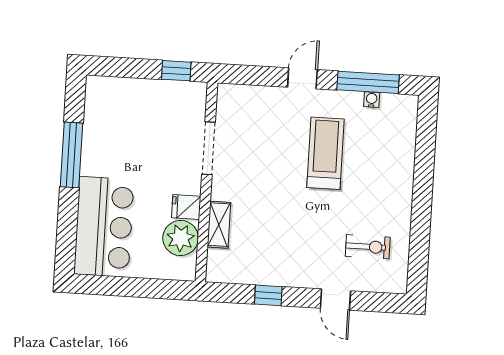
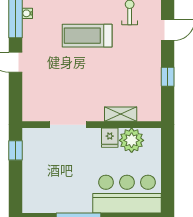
treadmill: (325, 153) -> (87, 36), moved

